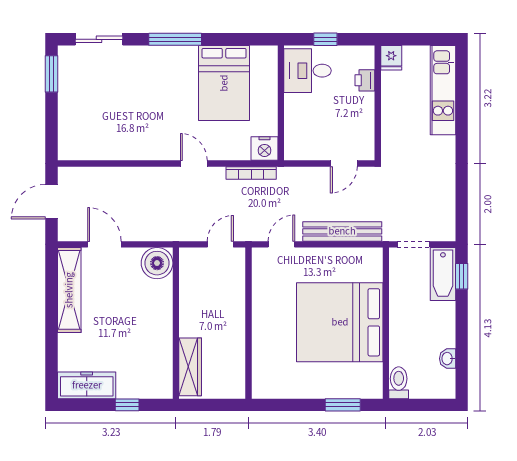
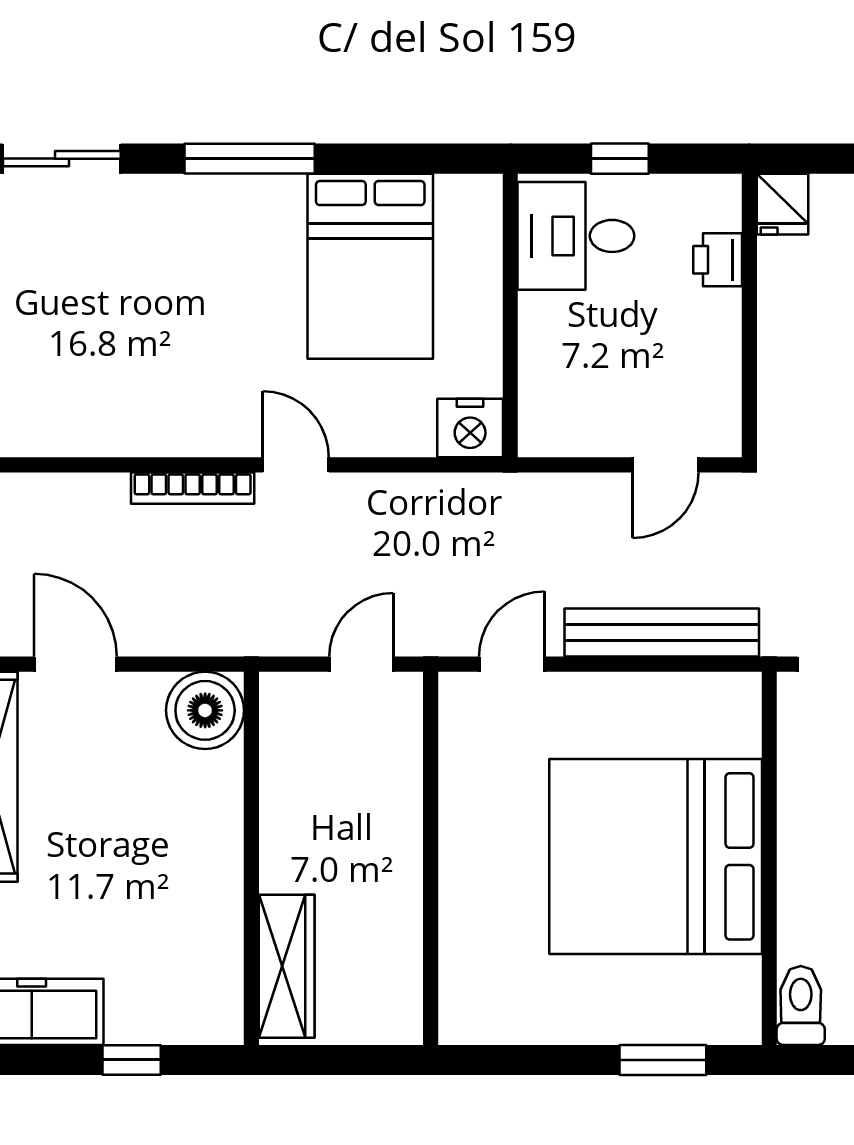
bookcase: (251, 173) -> (193, 488), moved

